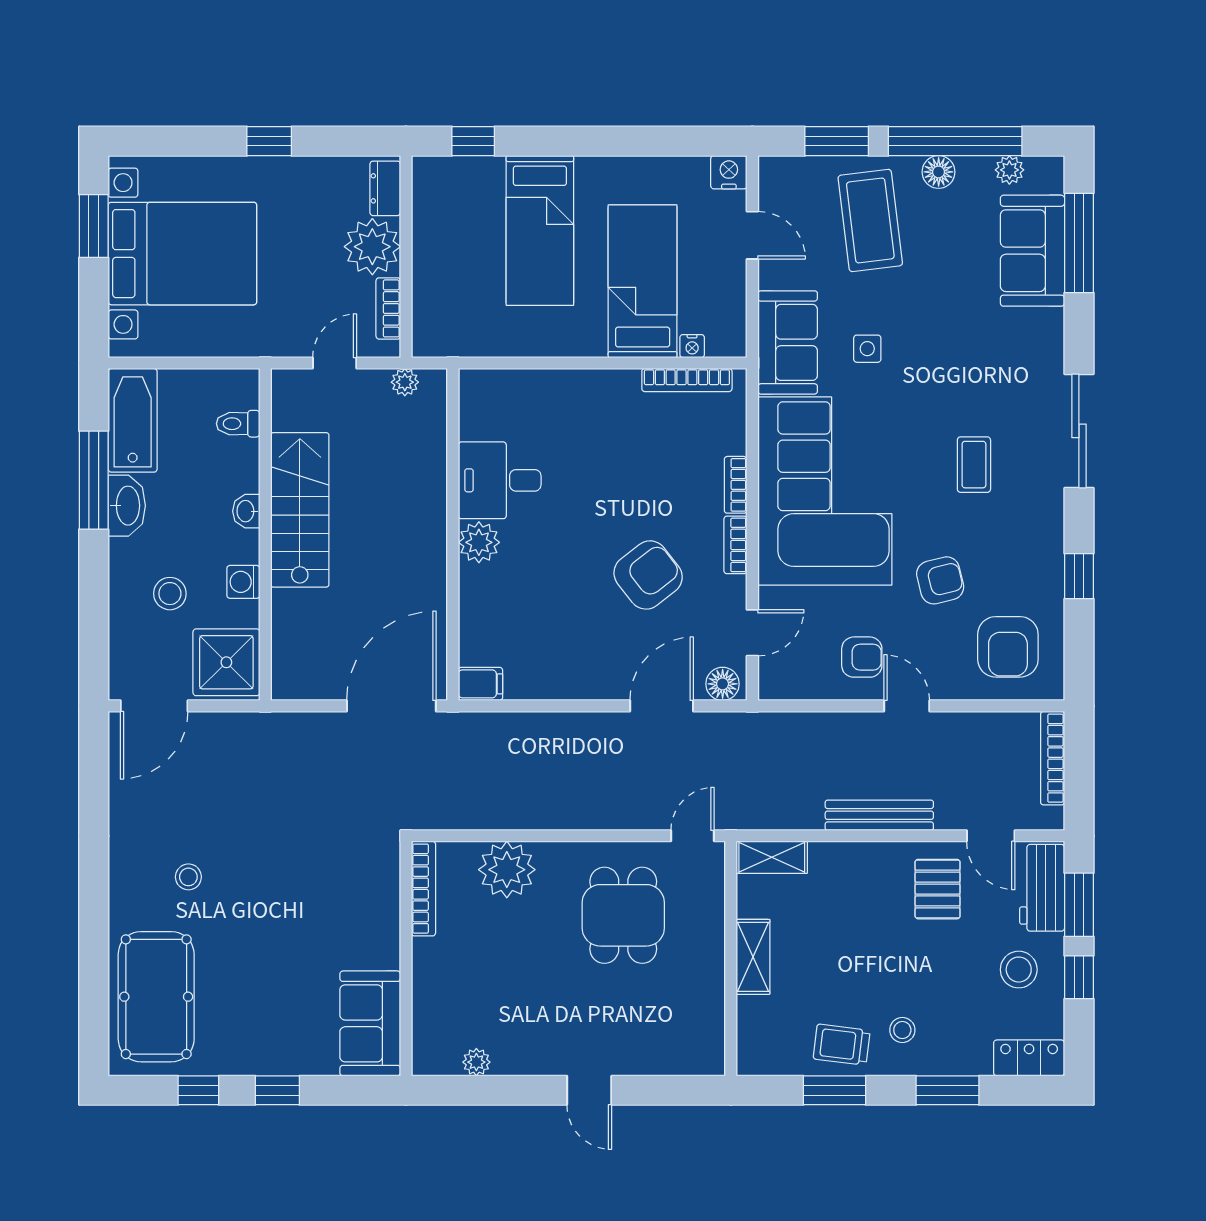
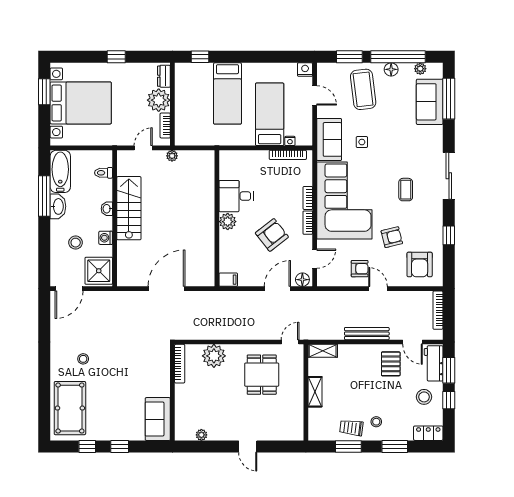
desk: (500, 480) -> (236, 196), moved
wall: (453, 534) -> (217, 218), moved
plant: (479, 542) -> (228, 222), moved
filing cabinet: (480, 684) -> (228, 280), moved

